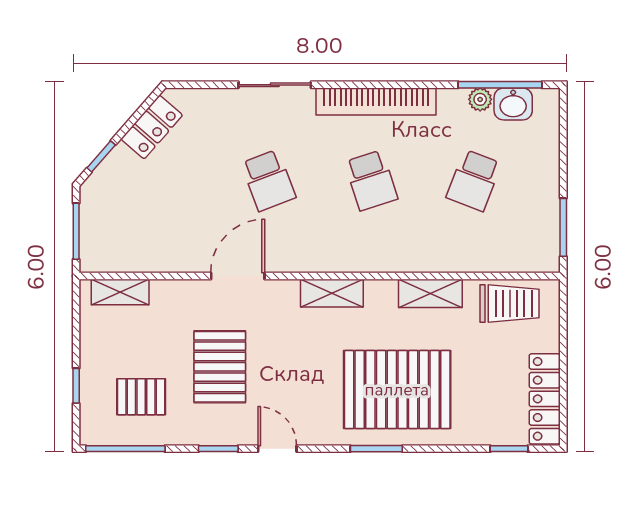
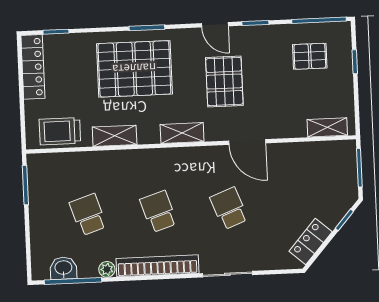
plant: (480, 99) -> (107, 269), moved
school desk: (474, 180) -> (88, 215), turned -39
door: (238, 276) -> (247, 142), hinge flipped
pallet: (220, 367) -> (224, 81), moved

